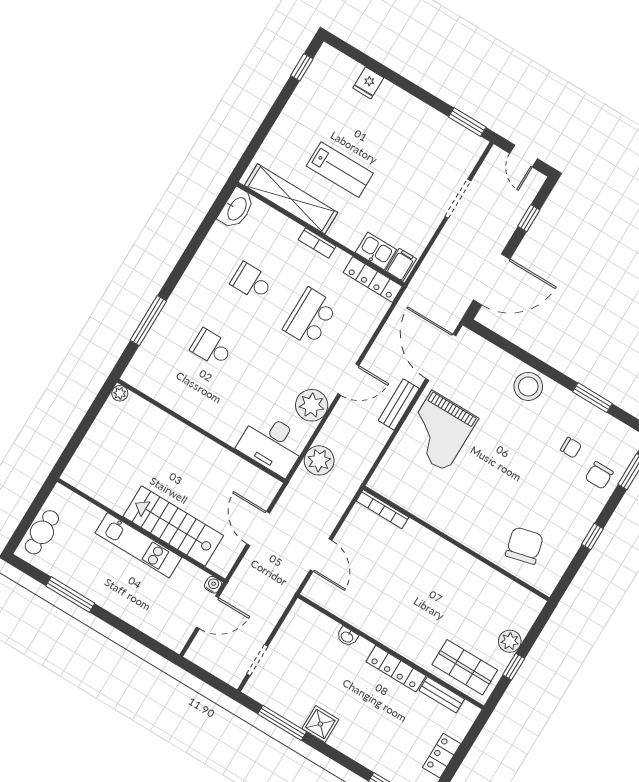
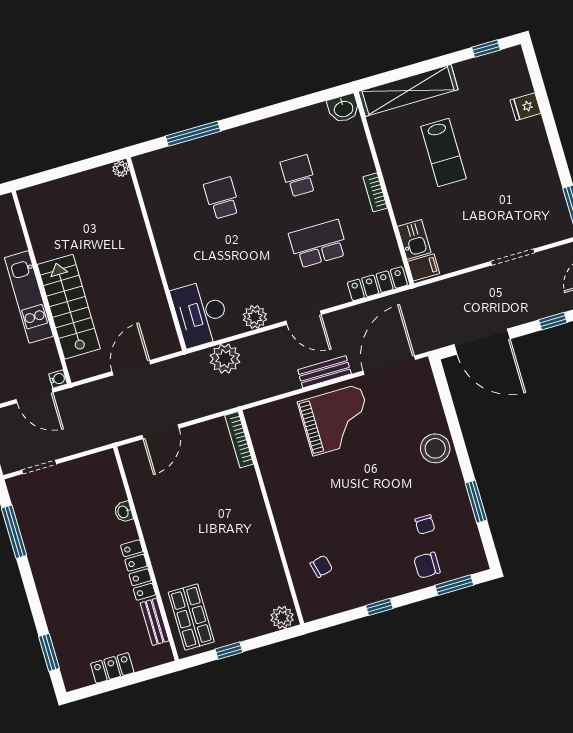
shelving: (291, 199) -> (408, 91), moved, turned 90
washbasin: (236, 208) -> (343, 108), width x0.72
locker: (373, 279) -> (377, 284), moved, turned 90
plant: (312, 405) -> (255, 317), width x0.73, depth x0.73
grand piano: (439, 431) -> (336, 420), turned 180
chair: (524, 546) -> (321, 566), width x0.54, depth x0.54
plant: (510, 641) -> (282, 617), moved
shower: (320, 724) -> (42, 559), removed

